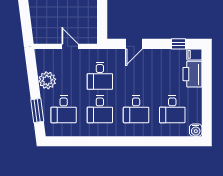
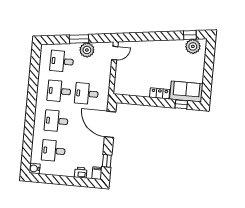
door: (134, 44) -> (110, 124), width x1.87
door: (70, 46) -> (115, 53), moved
printer: (192, 74) -> (81, 173), width x0.53, depth x0.68
window: (37, 110) -> (79, 39), moved

